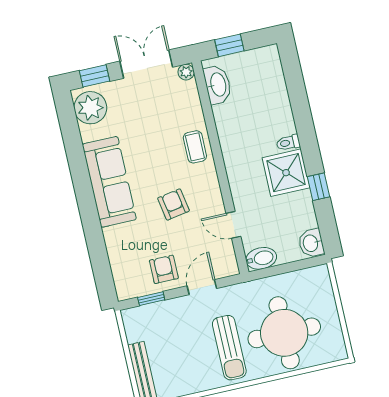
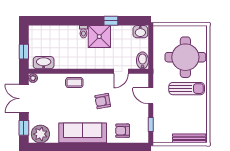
armchair: (164, 269) -> (123, 131), moved

